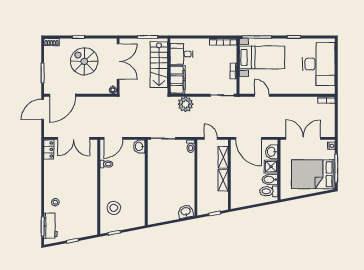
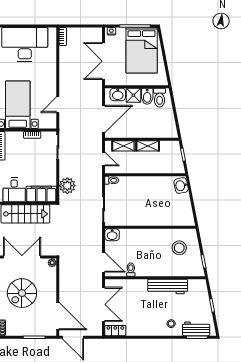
door: (211, 138) -> (104, 159), swing flipped
workbench: (90, 199) -> (168, 286), added
stool: (114, 208) -> (179, 248), moved

